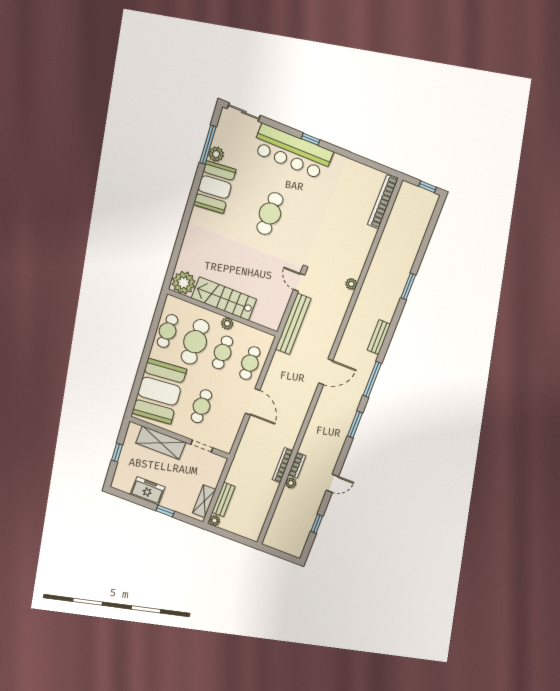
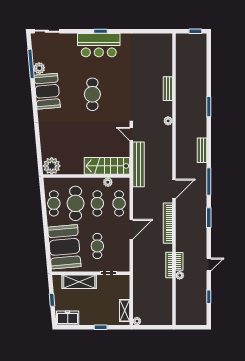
bar counter: (292, 152) -> (99, 45), width x0.73
bookcase: (383, 202) -> (168, 223), moved
stairs: (224, 299) -> (107, 166), moved
plant: (227, 323) -> (108, 182), moved
door: (253, 402) -> (131, 229), hinge flipped
freezer: (148, 491) -> (68, 318), moved
bench: (224, 499) -> (168, 89), moved

